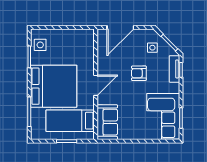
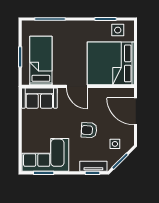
armchair: (139, 73) -> (89, 130), turned -87
bed: (54, 86) -> (111, 63), moved, turned 90

